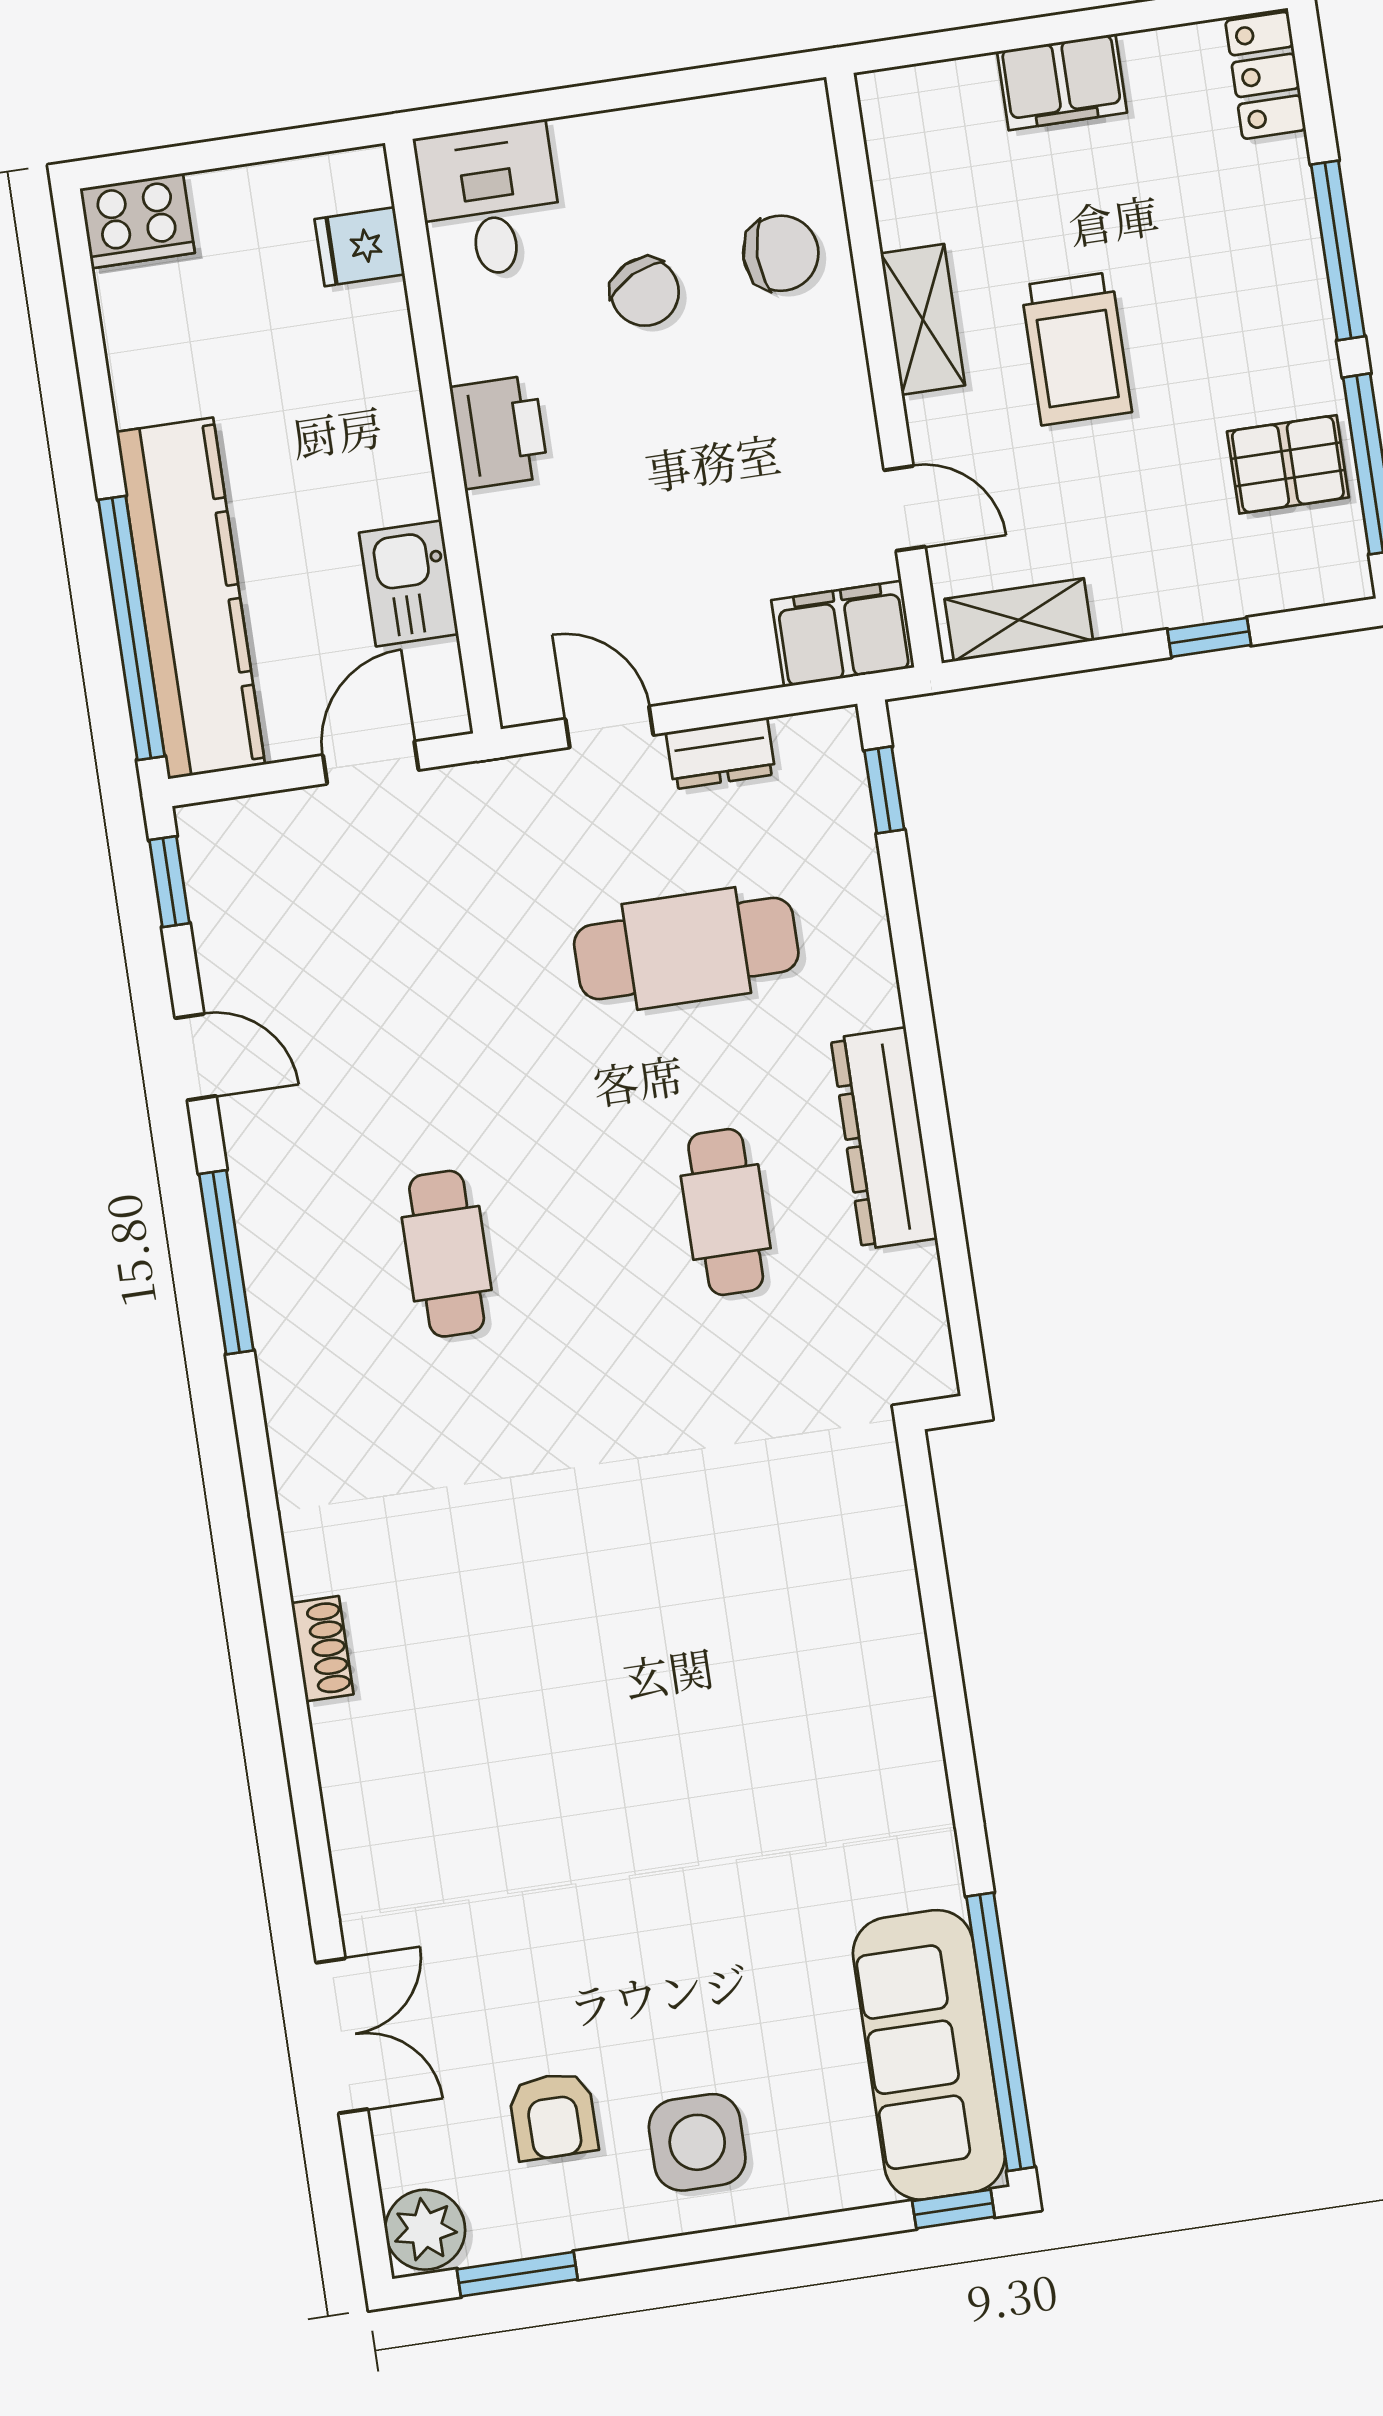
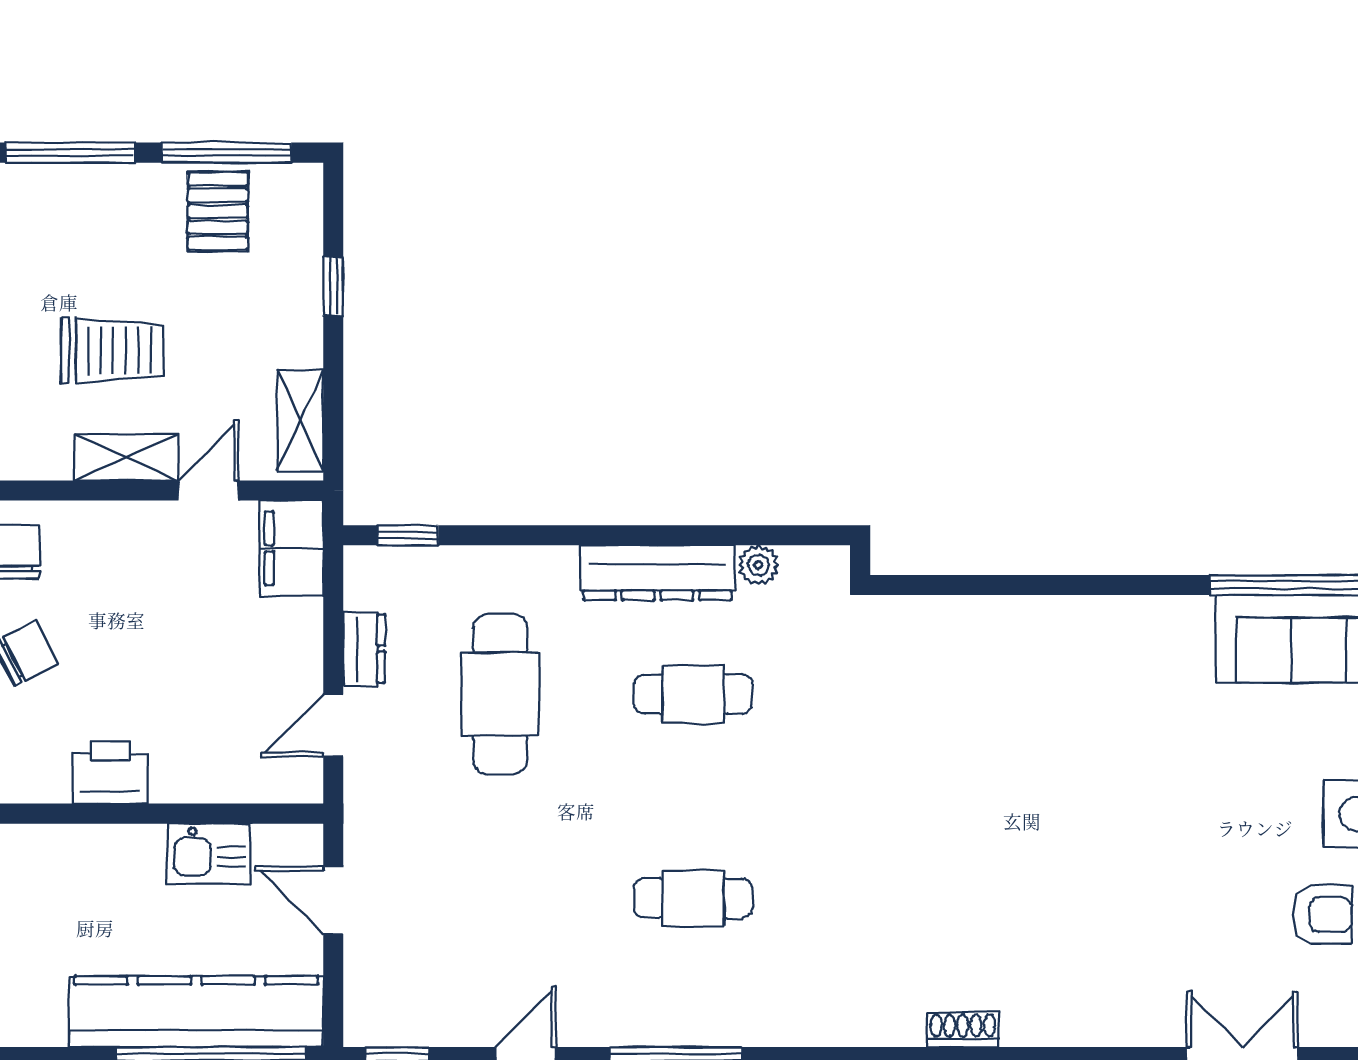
shelving: (923, 319) -> (126, 457), moved
plant: (915, 1275) -> (758, 565), added

